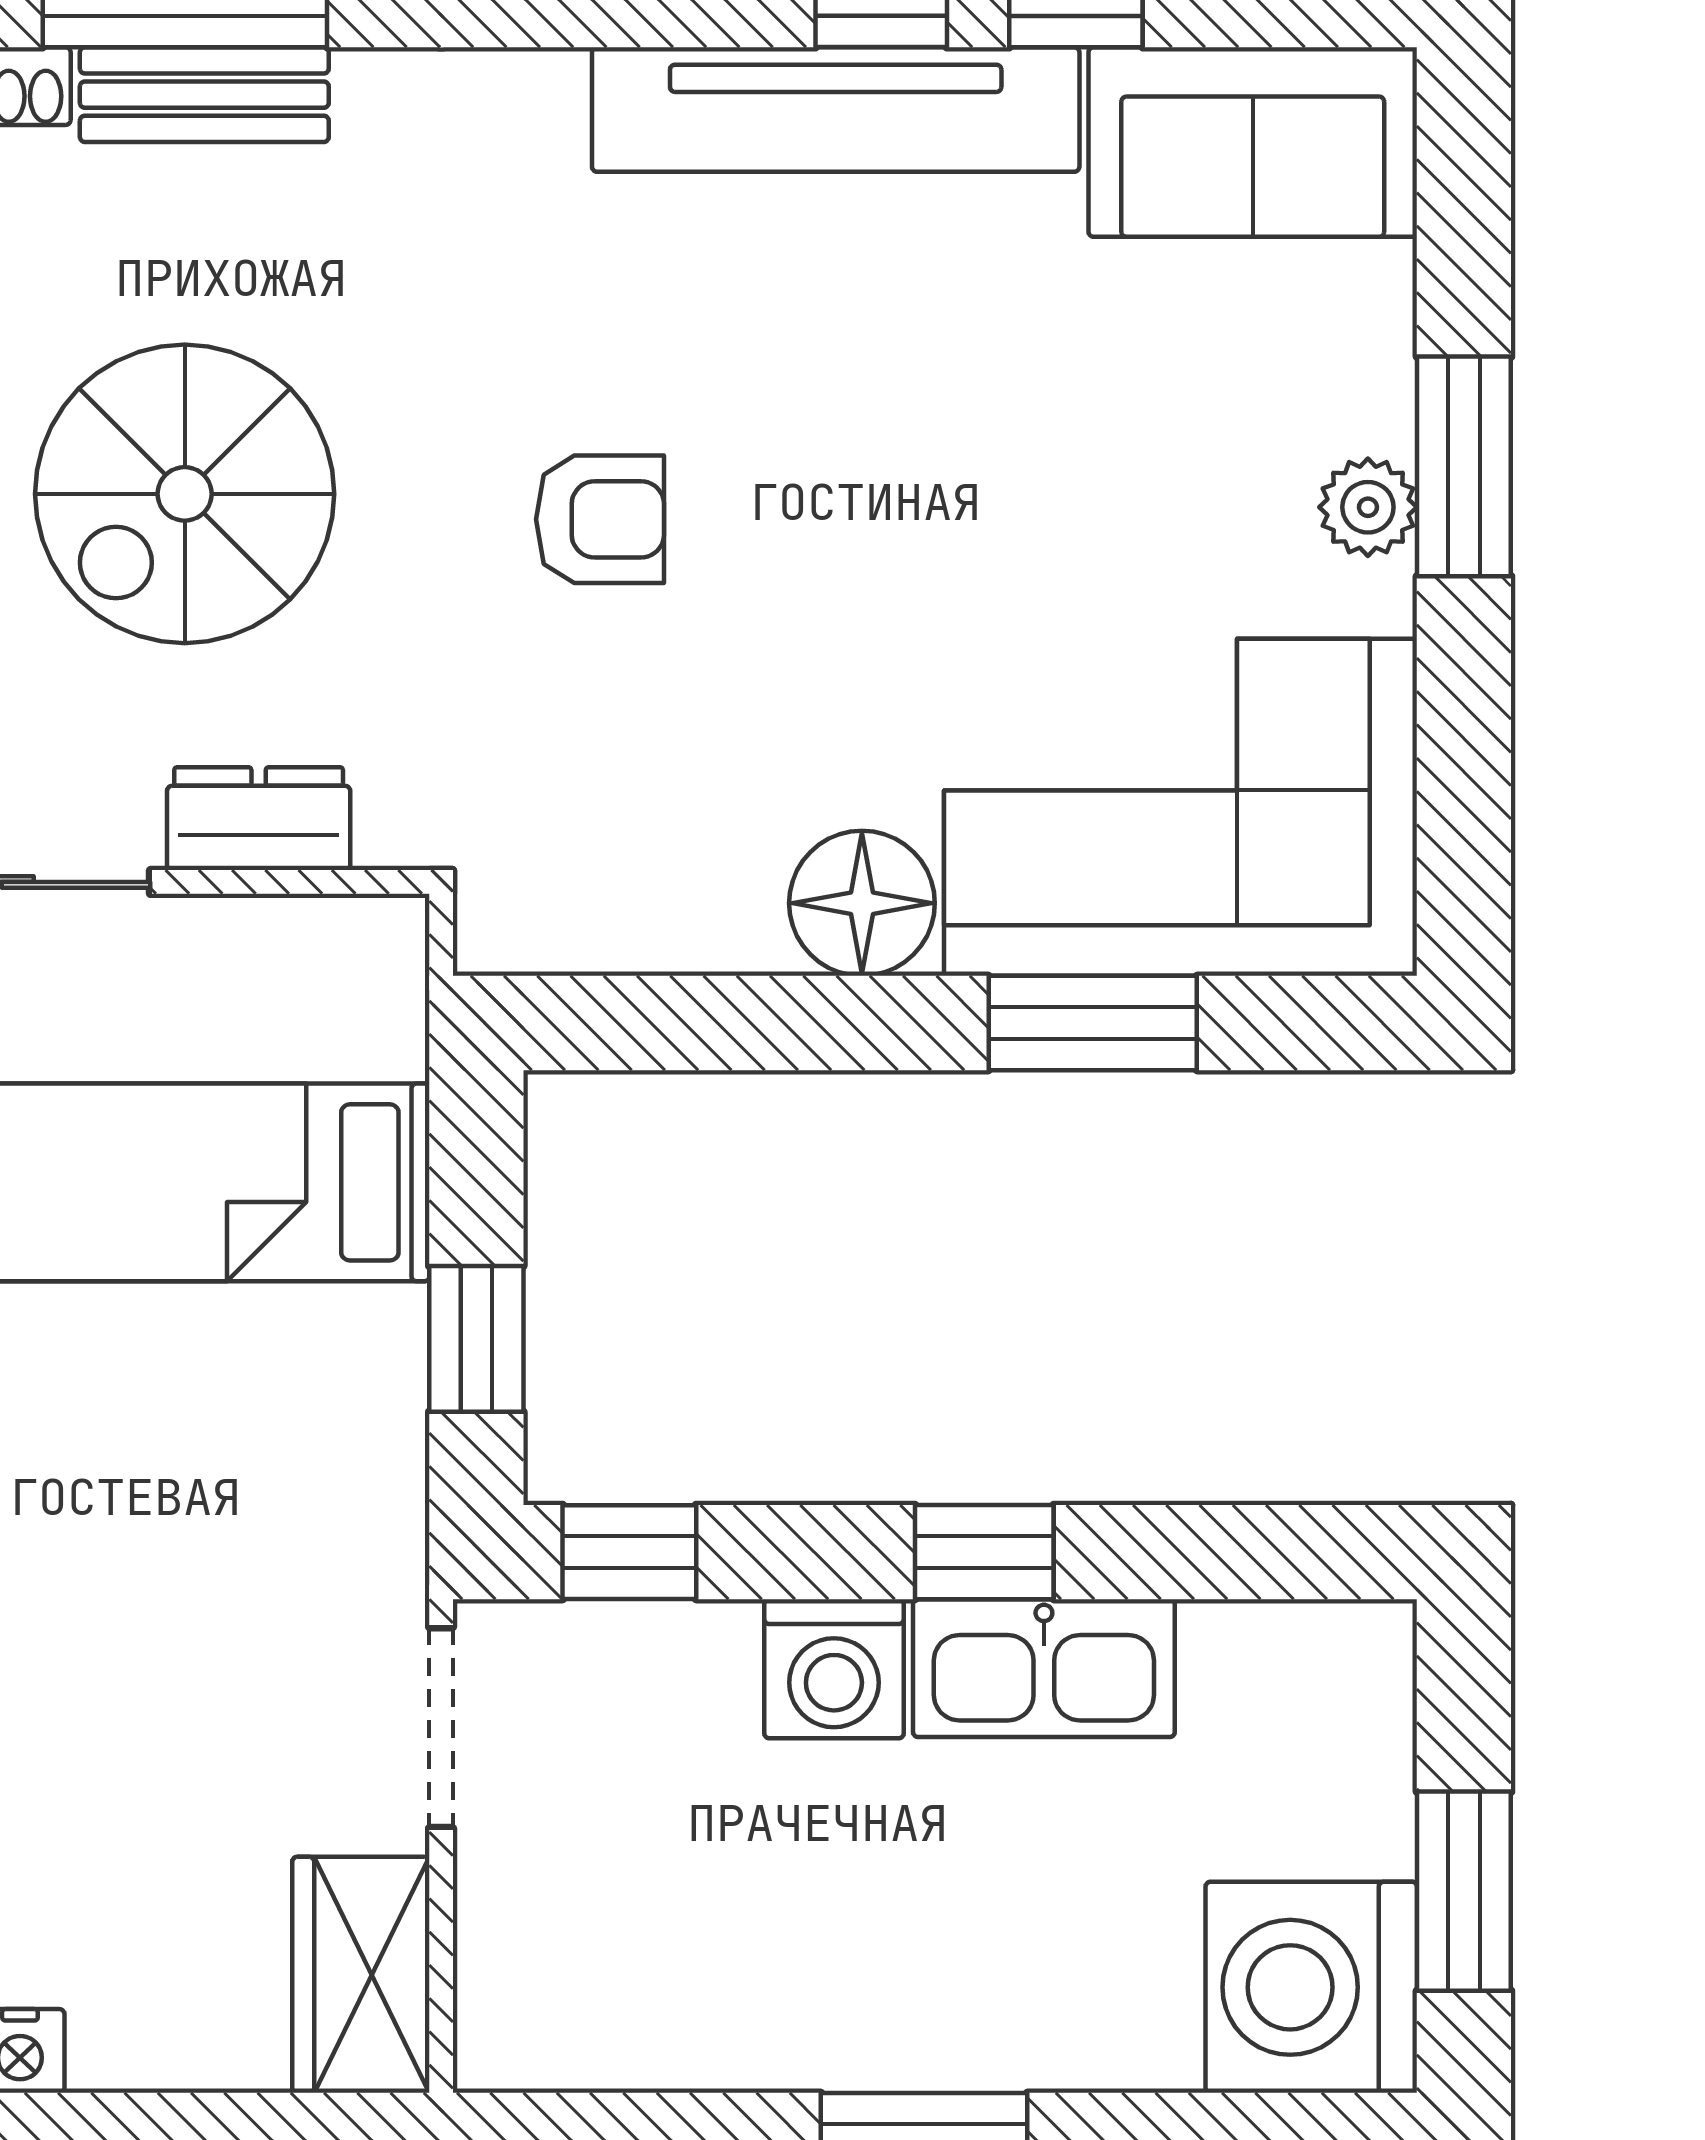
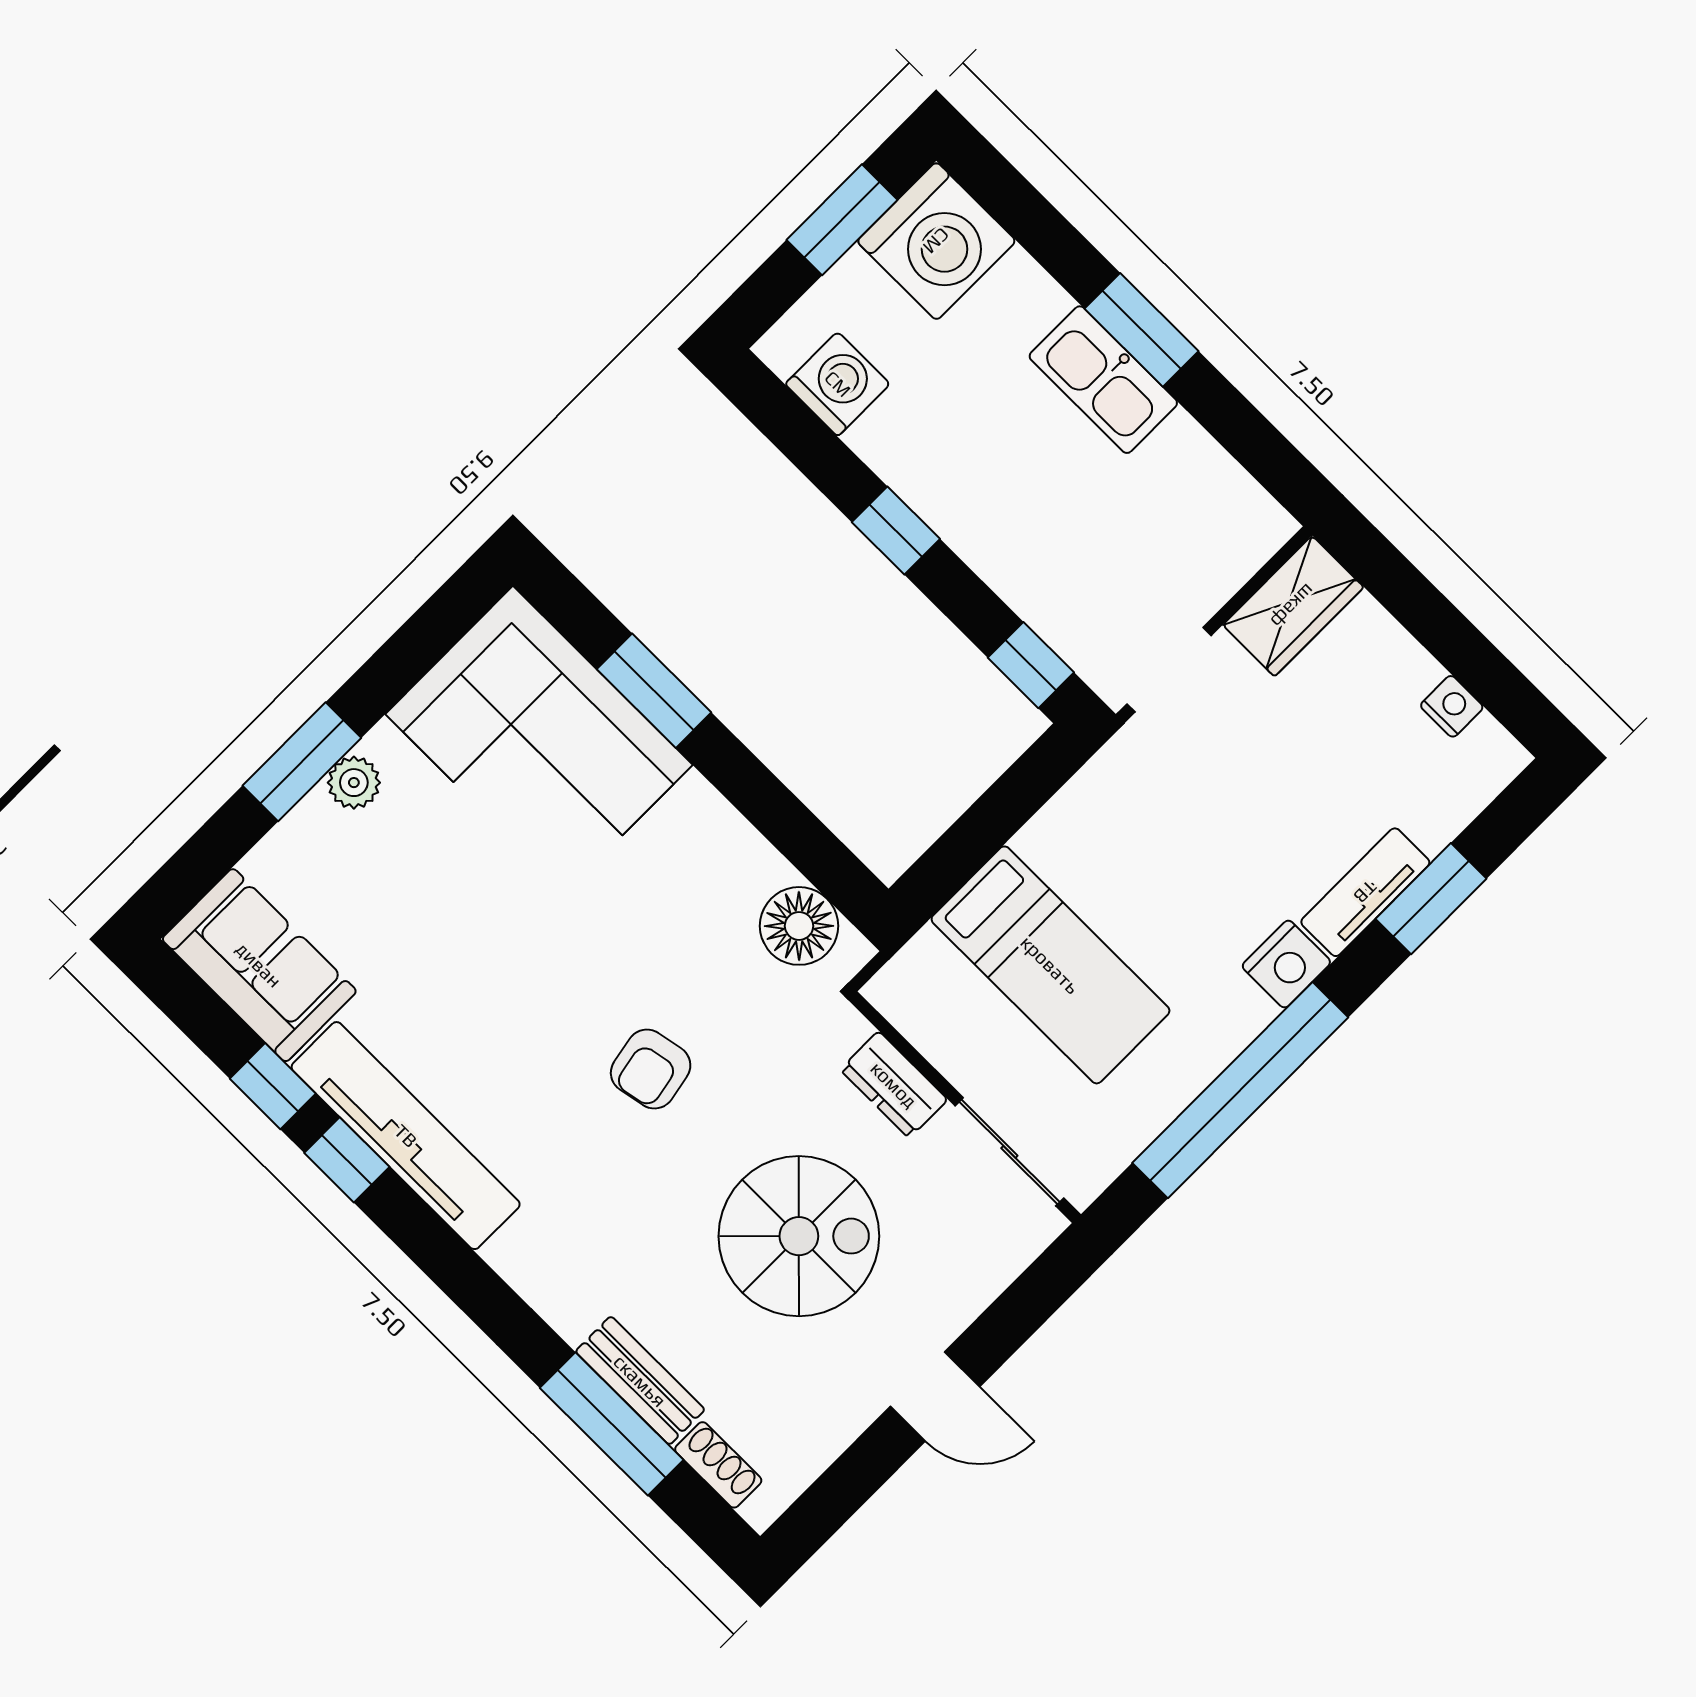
armchair: (600, 519) -> (651, 1069), turned -101
floor lamp: (862, 903) -> (799, 926), moved
window: (476, 1339) -> (1008, 804), removed
kitchen sink: (1044, 1668) -> (1103, 380), moved, turned 180
washing machine: (834, 1669) -> (838, 384), moved

